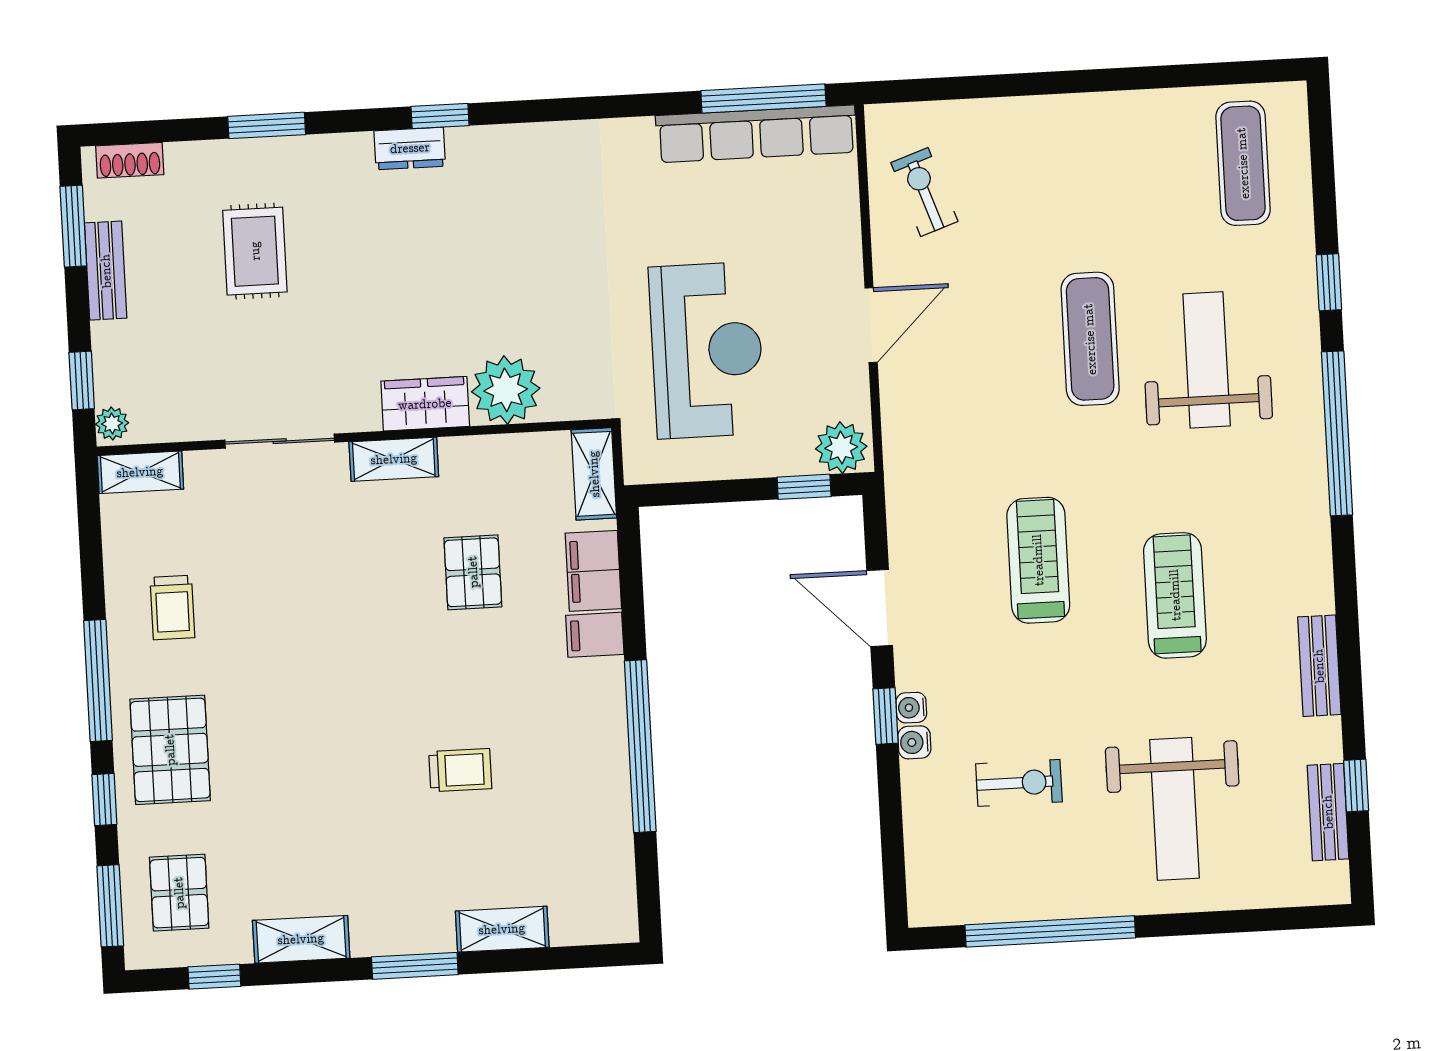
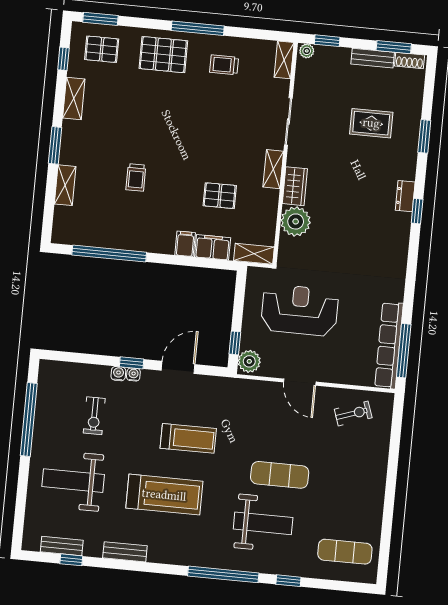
shoe rack: (130, 160) -> (410, 61), moved, turned -90
reception desk: (707, 350) -> (300, 310), turned 180
treadmill: (1175, 595) -> (164, 495), width x1.37, depth x1.38
window: (640, 746) -> (109, 254), moved
window: (104, 799) -> (146, 23), removed

